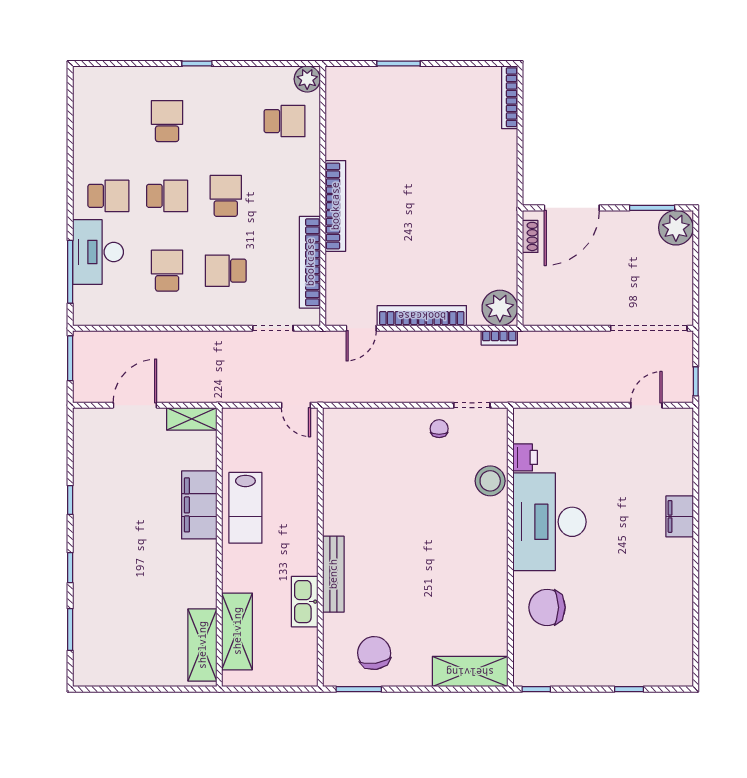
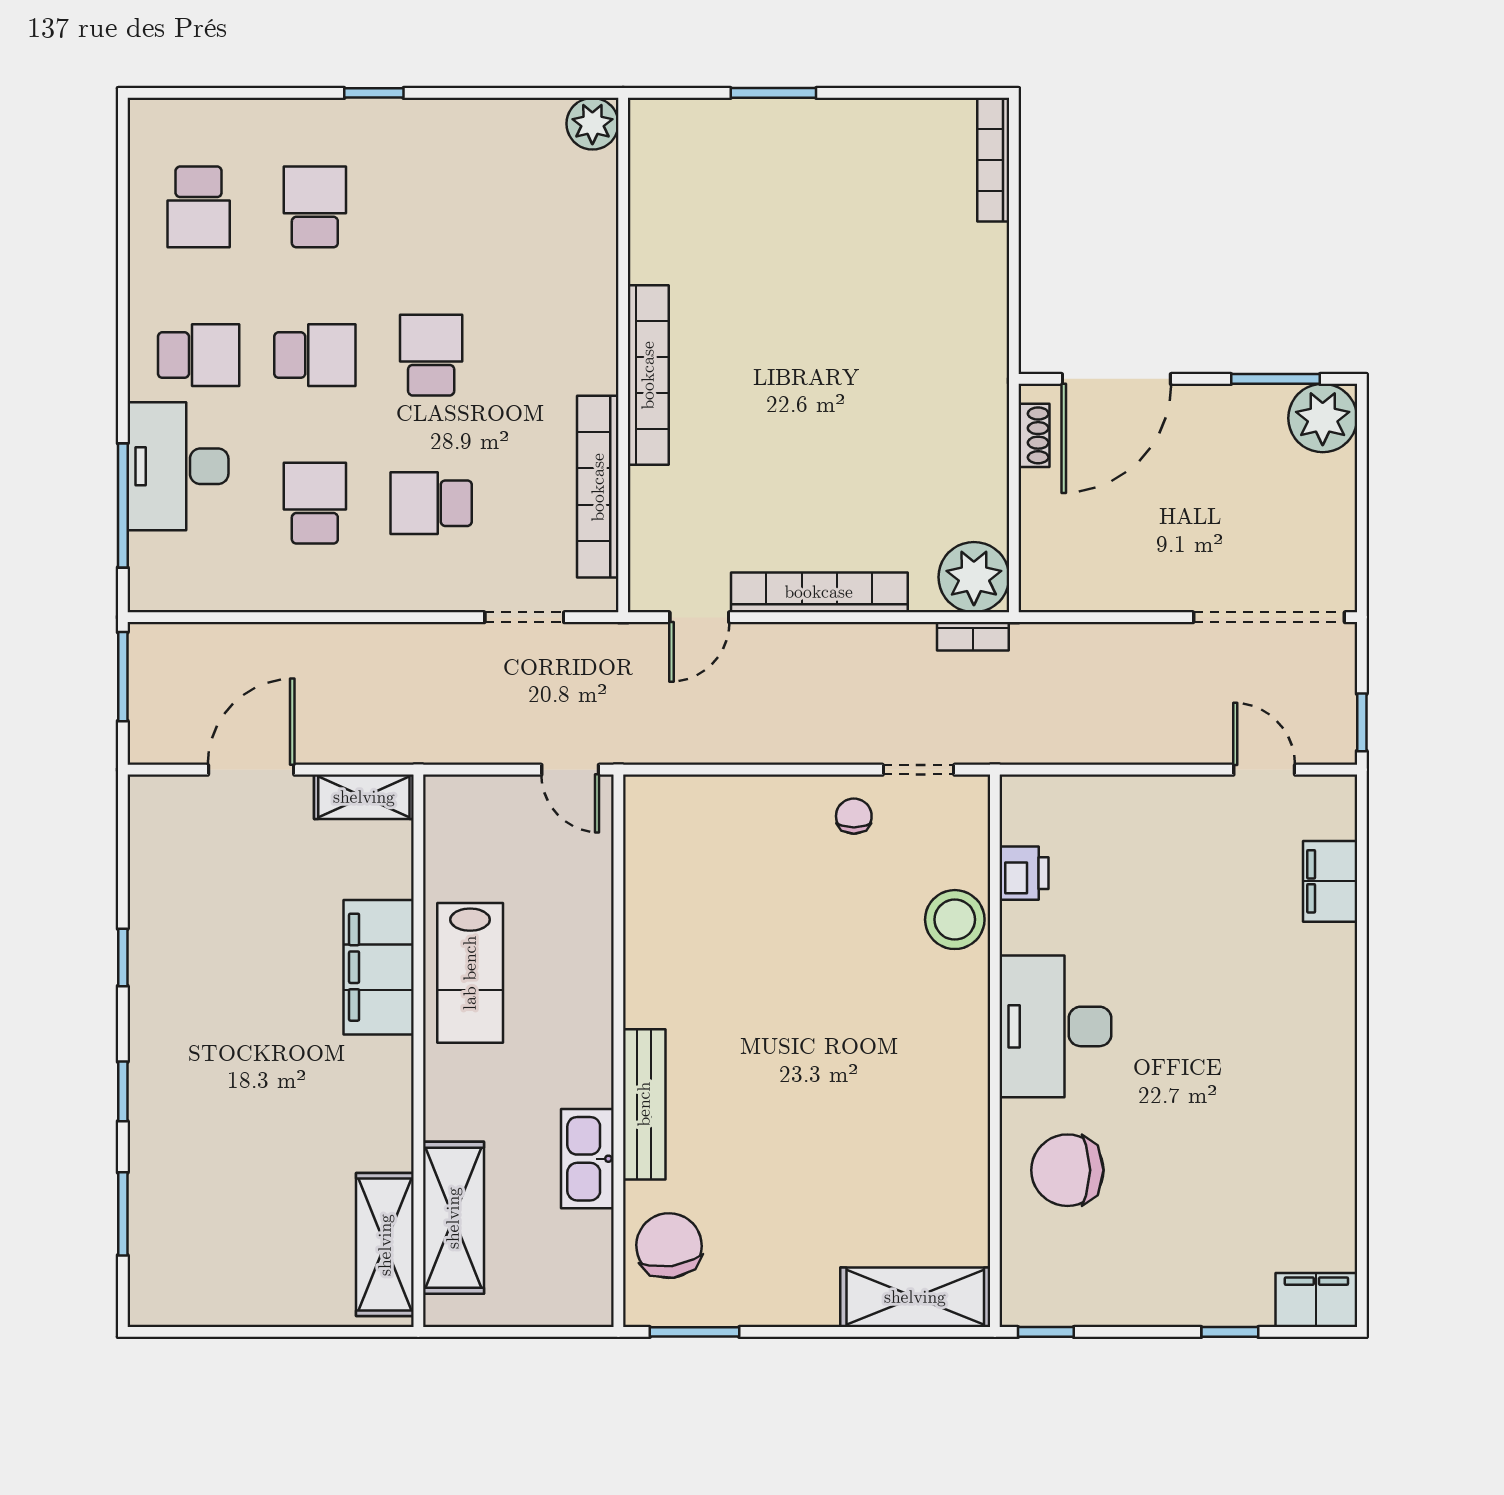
school desk: (284, 121) -> (199, 207), moved, turned 90
door: (646, 405) -> (1264, 770), hinge flipped
filing cabinet: (680, 516) -> (1330, 881), moved
desk: (549, 522) -> (1055, 1026), width x0.73, depth x0.77
chair: (374, 653) -> (669, 1246), moved
filing cabinet: (673, 673) -> (1316, 1300), added

